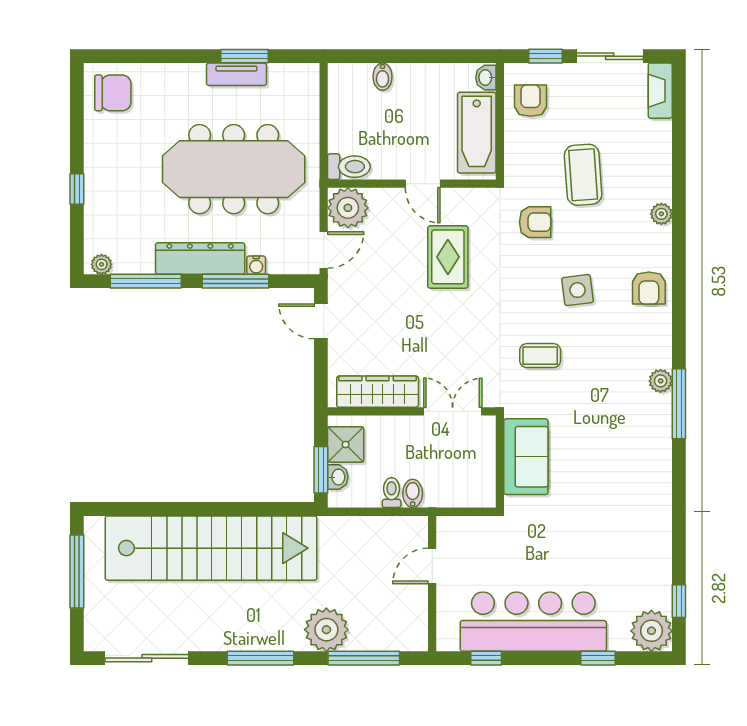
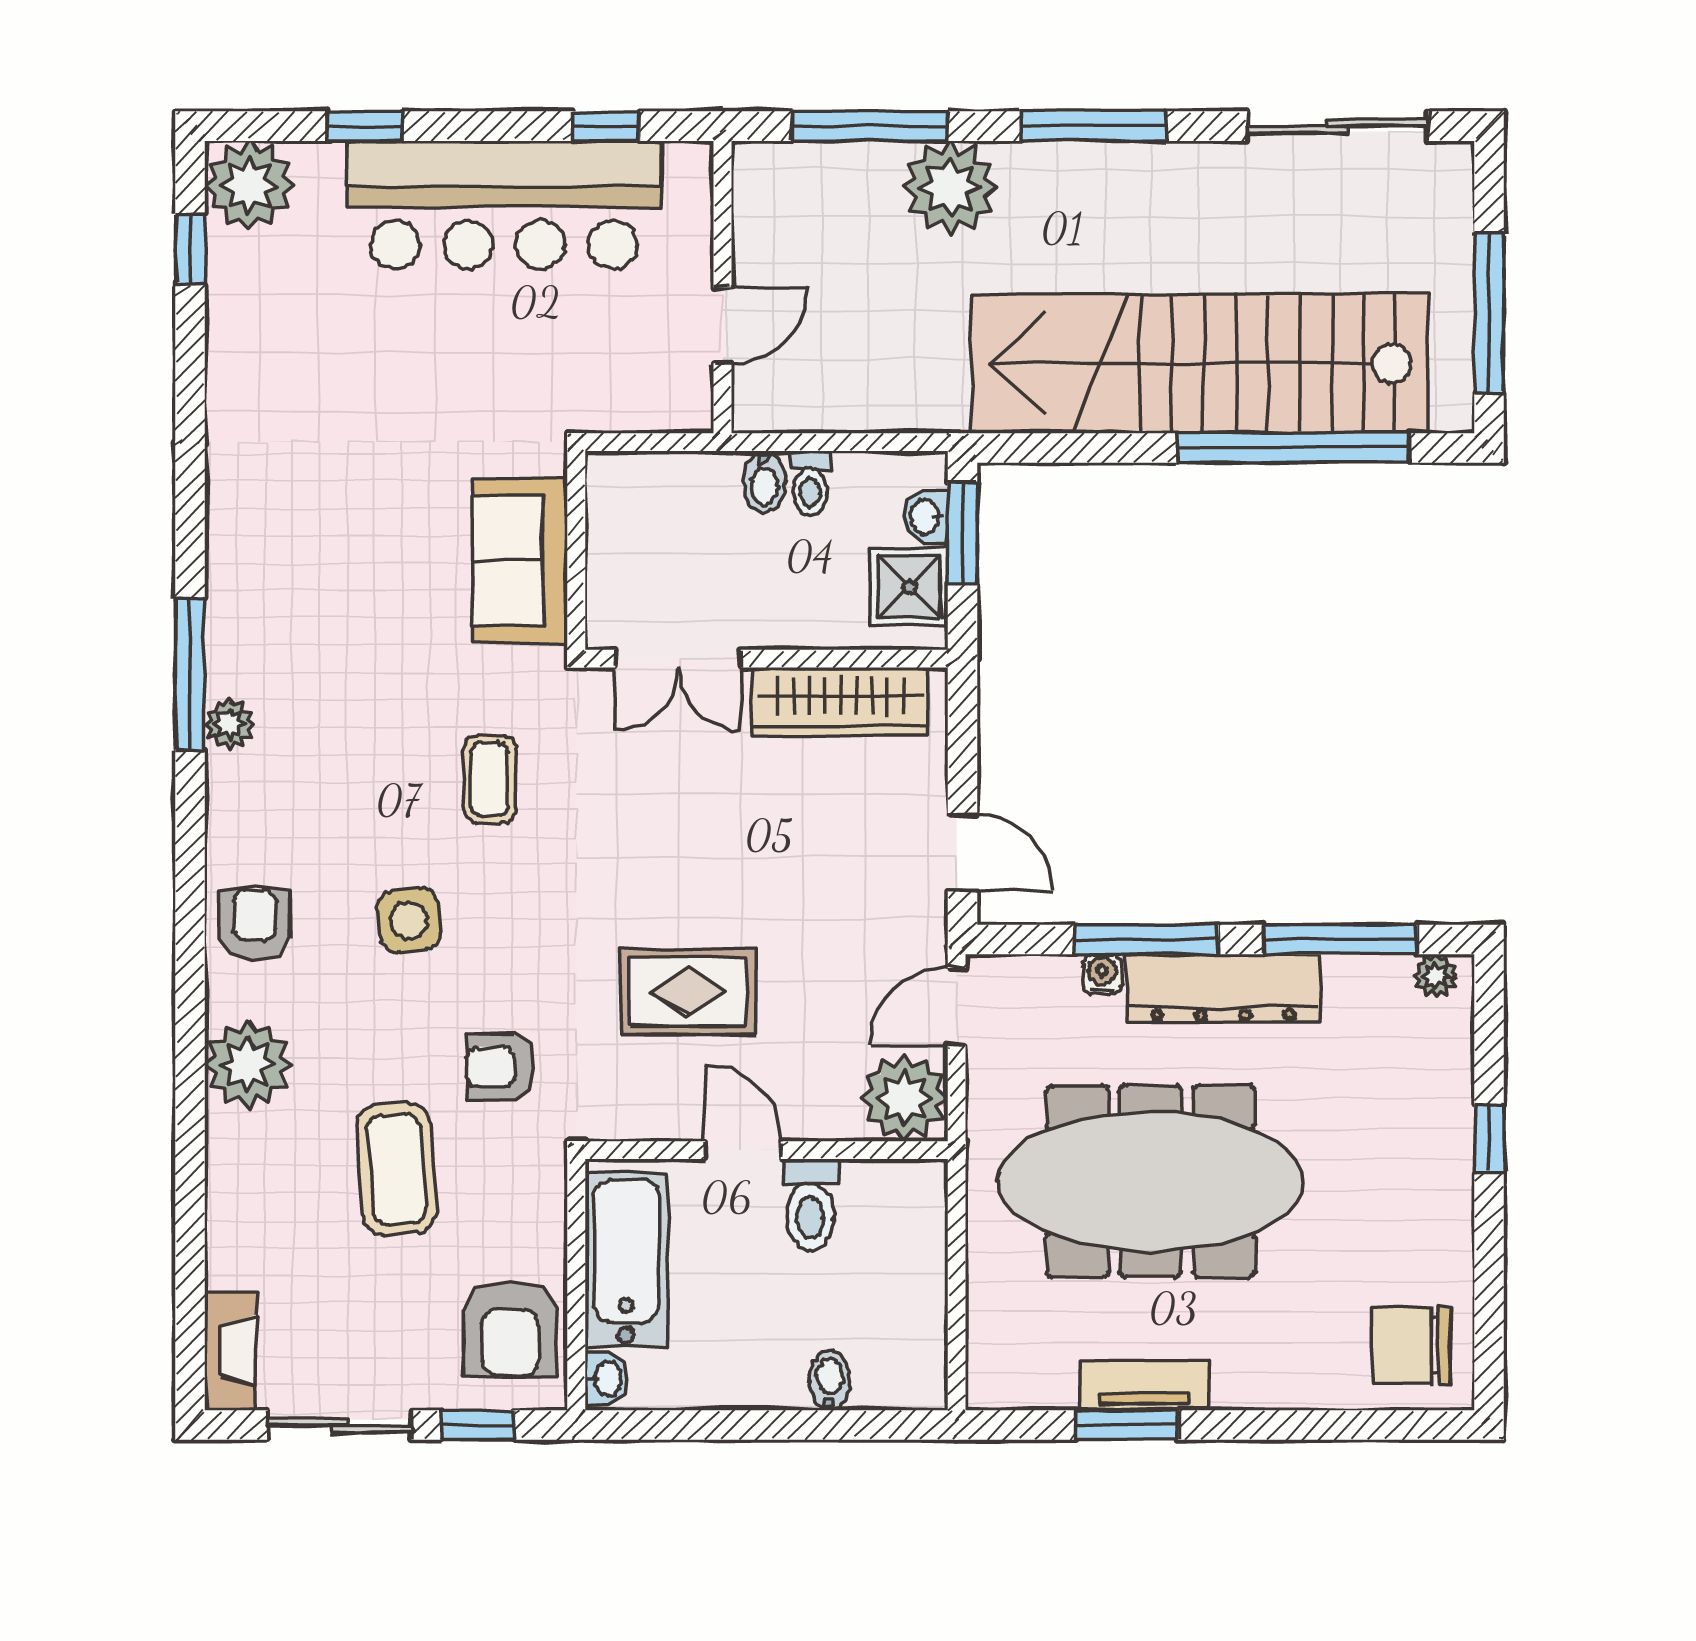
armchair: (531, 101) -> (510, 1329), width x1.38, depth x1.38
toilet: (349, 167) -> (810, 1205), moved, turned -90
plant: (661, 214) -> (248, 1065), width x1.87, depth x1.87
rug: (448, 257) -> (688, 992), turned 90
coffee table: (540, 356) -> (489, 779), turned 90
window: (168, 509) -> (1293, 448), added

